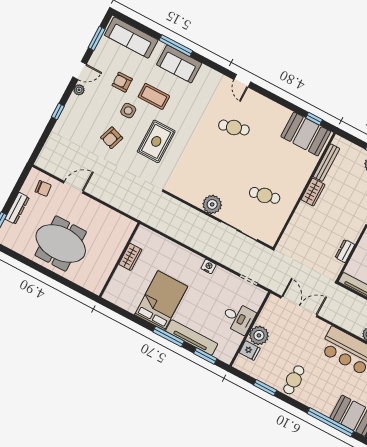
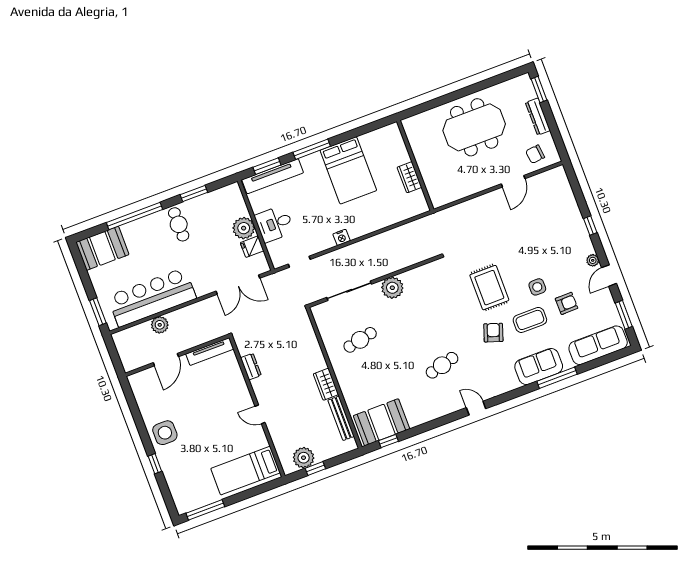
armchair: (112, 138) -> (493, 333), moved
tv unit: (192, 337) -> (273, 176), moved
fridge: (250, 350) -> (252, 247), moved
window: (330, 422) -> (134, 216), moved

